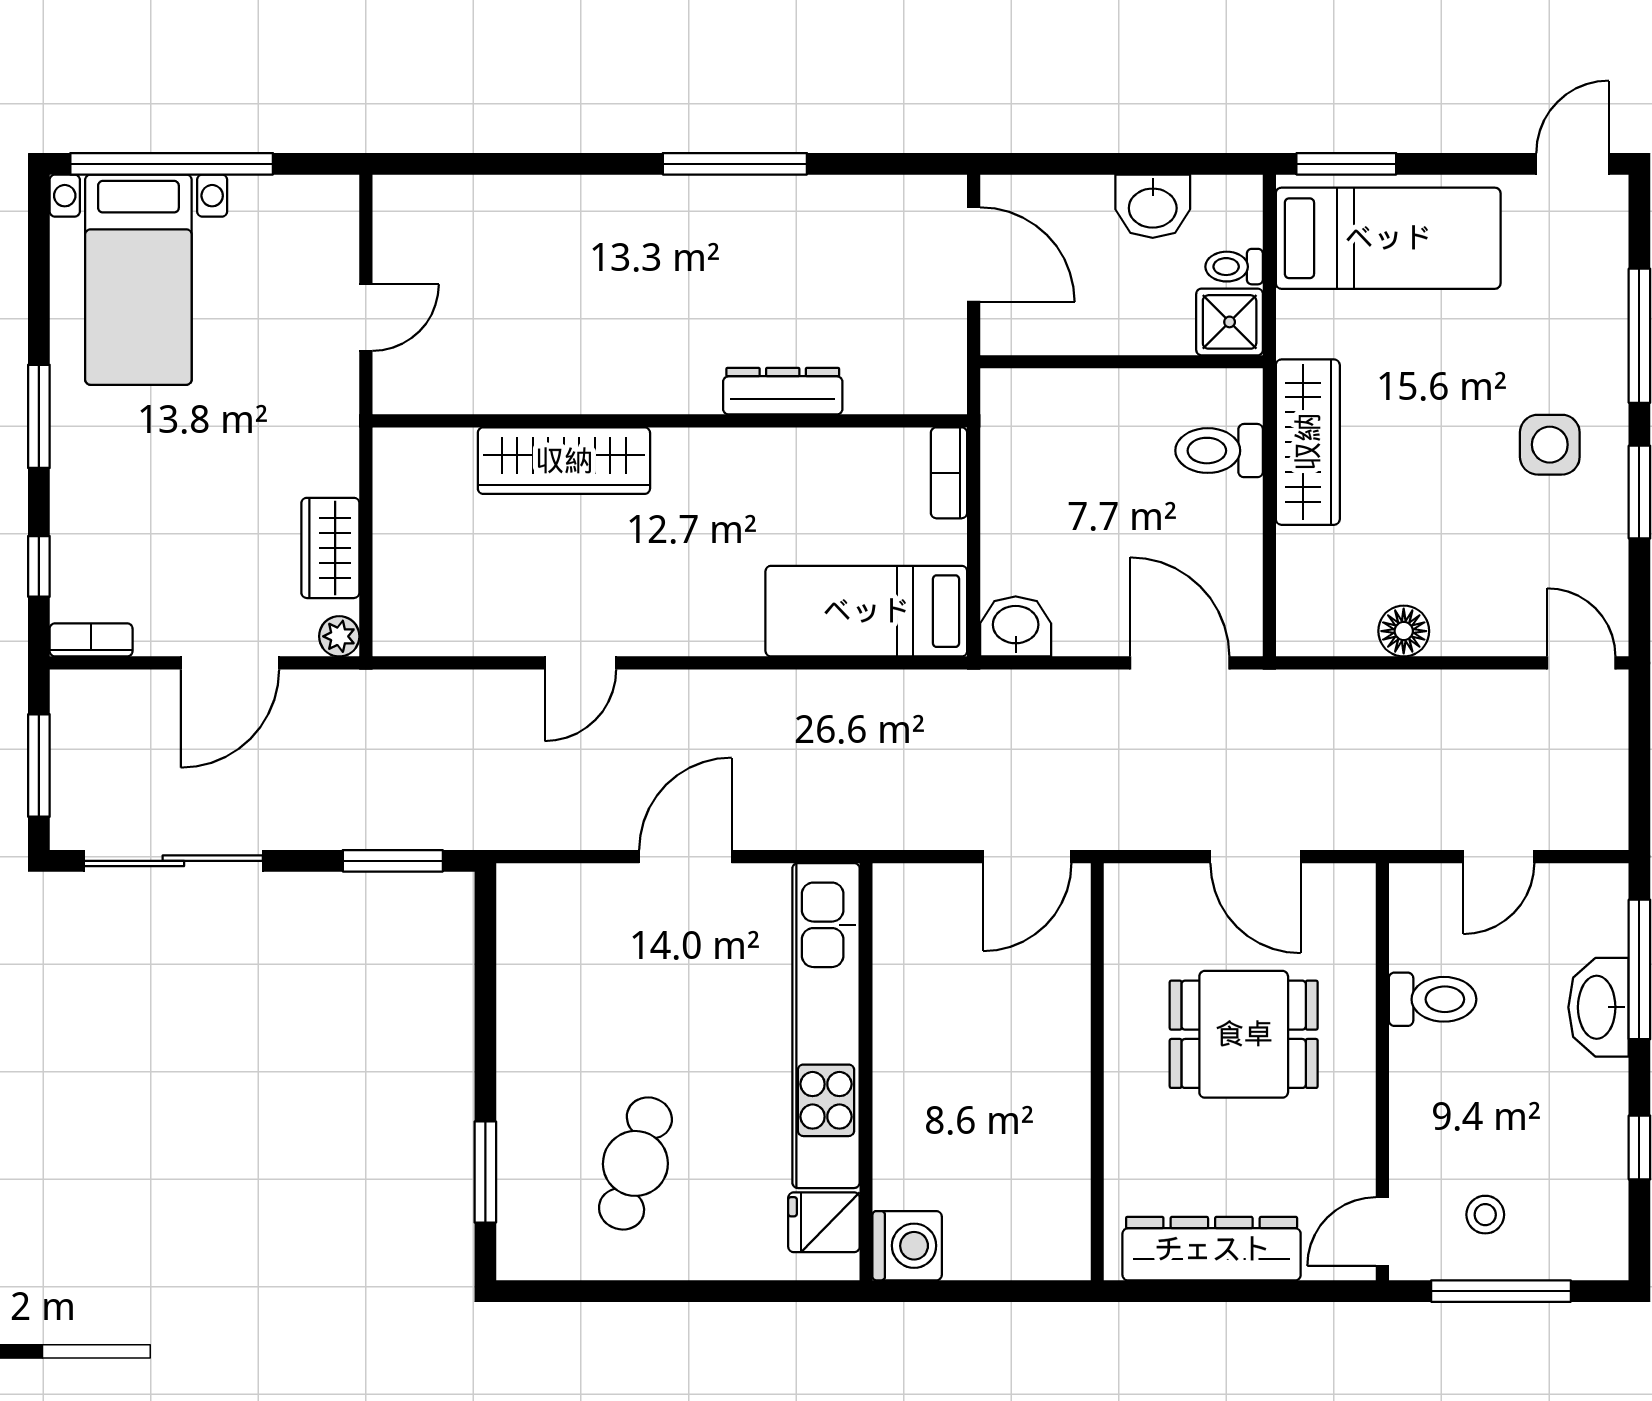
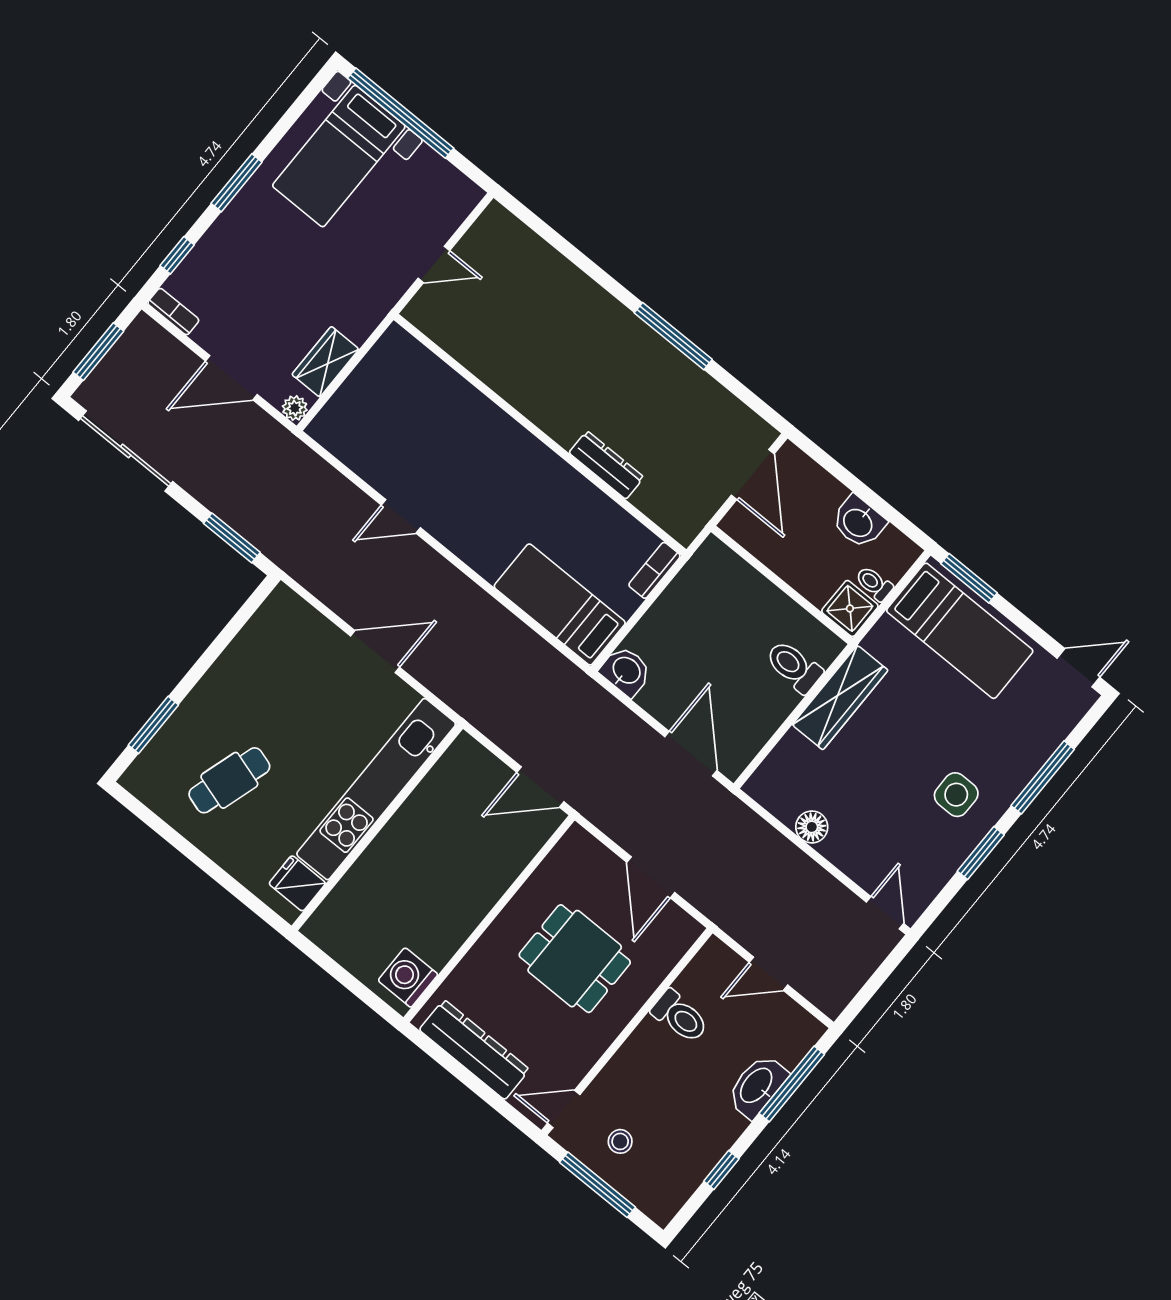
wardrobe: (564, 461) -> (473, 412), removed
washing machine: (907, 1246) -> (408, 977), moved, turned 180

